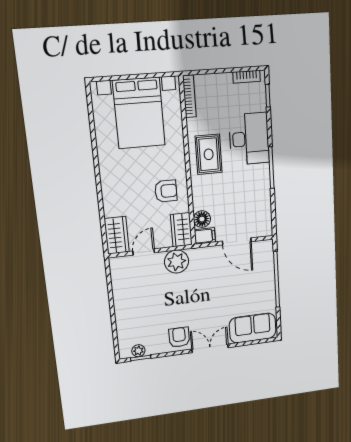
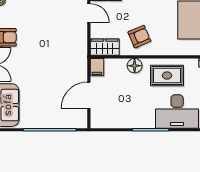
armchair: (166, 191) -> (139, 37), turned -113
floor lamp: (202, 219) -> (135, 66), moved
plant: (177, 262) -> (77, 41), removed

